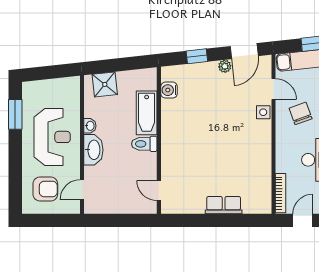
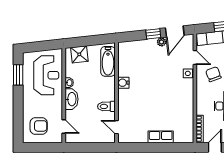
window: (197, 56) -> (153, 34), moved
water cooler: (169, 90) -> (123, 83), moved
bathtub: (147, 113) -> (108, 61), moved
reception desk: (52, 137) -> (46, 75), moved
toilet: (144, 144) -> (106, 106), moved
door: (82, 190) -> (64, 127), swing flipped

